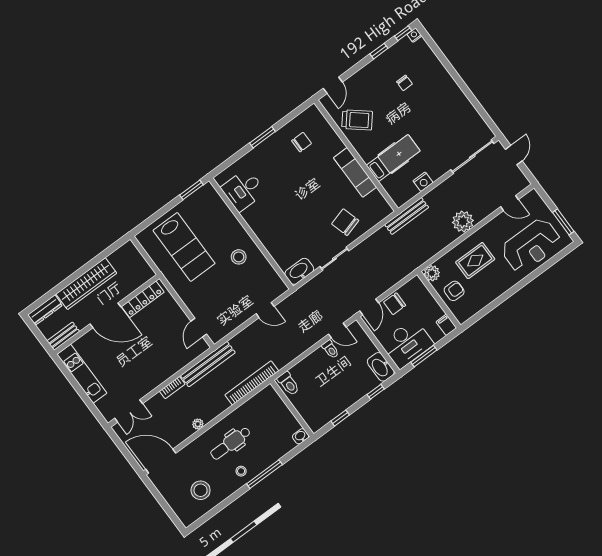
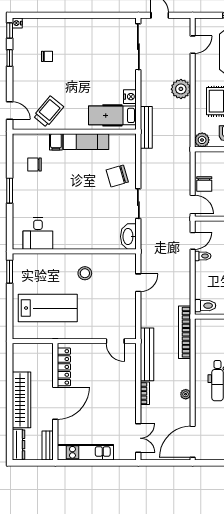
chair: (302, 142) -> (35, 164), turned -90
filing cabinet: (335, 146) -> (56, 142), added
hospital bed: (393, 158) -> (112, 115), moved, turned -90

